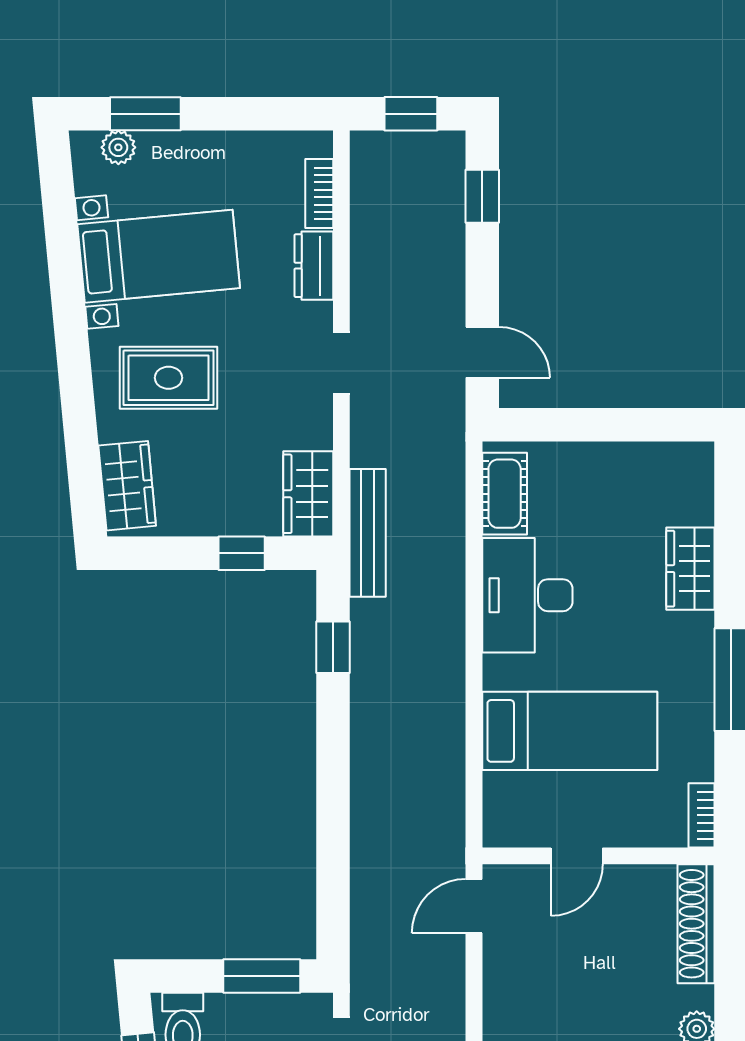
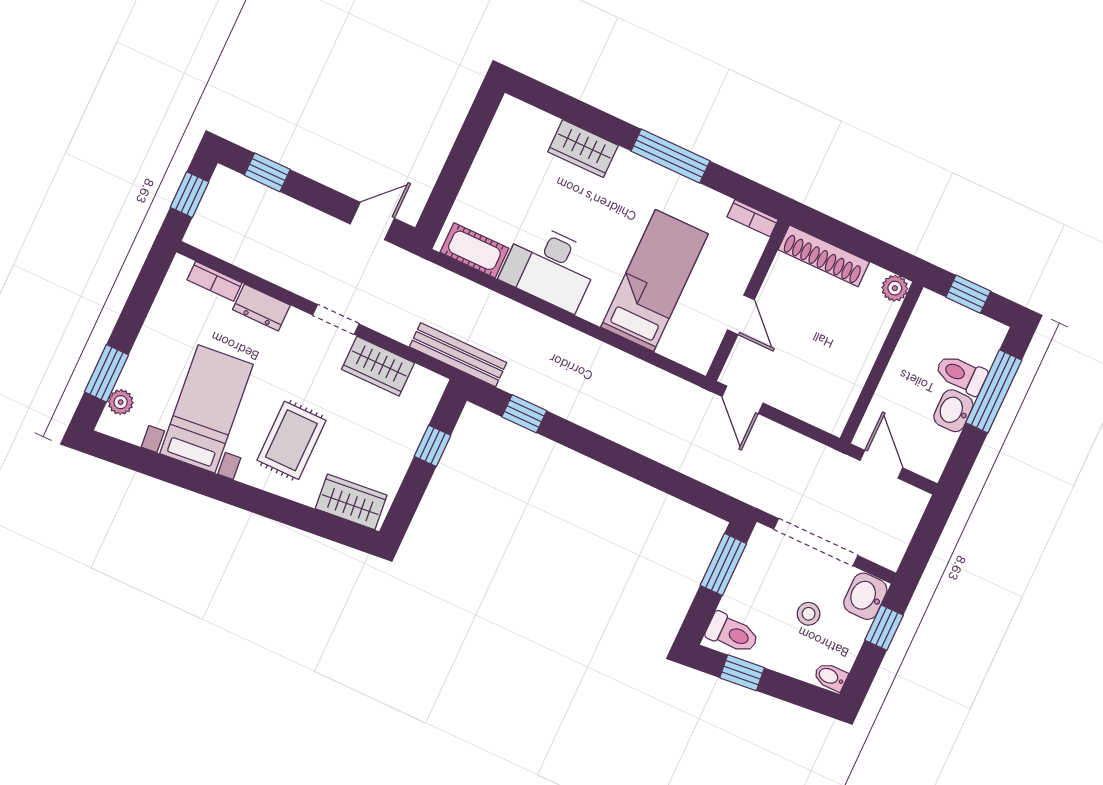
wardrobe: (308, 494) -> (378, 366), moved

